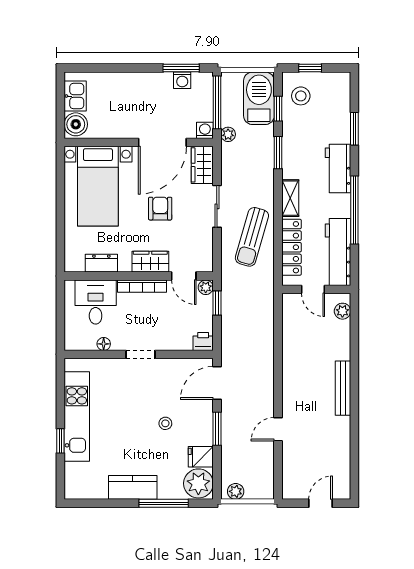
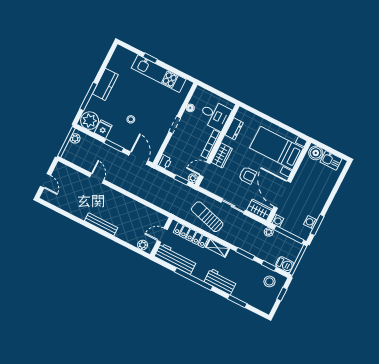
barbecue: (259, 98) -> (285, 265), width x0.53, depth x0.65

